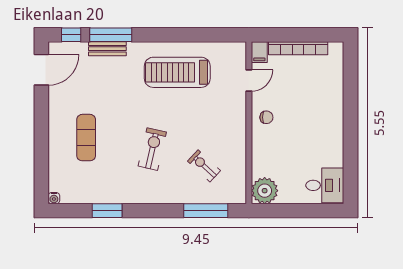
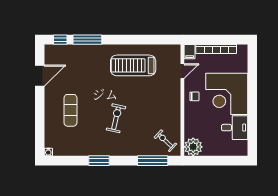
bench: (107, 49) -> (85, 49), removed
door: (41, 70) -> (40, 76), moved
corner desk: (313, 114) -> (227, 94), added
exercise bike: (204, 166) -> (165, 141), moved
desk: (325, 185) -> (235, 128), moved
window: (107, 211) -> (99, 161), moved

